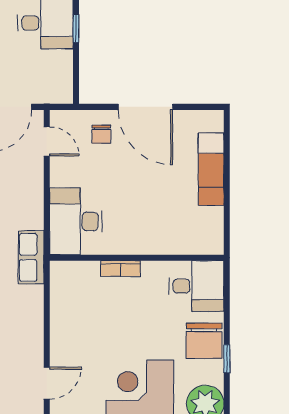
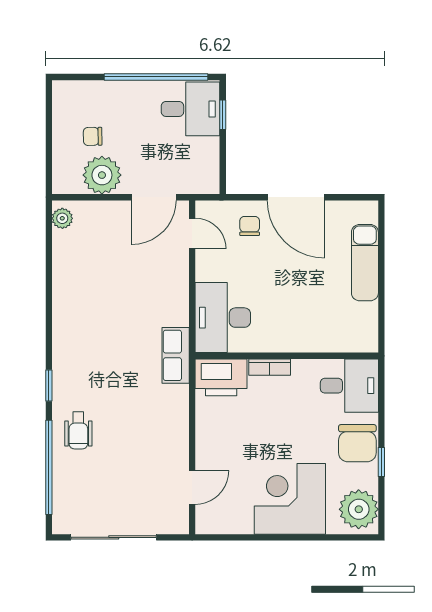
chair: (101, 134) -> (250, 226), turned 180
printer: (74, 278) -> (221, 377), added

